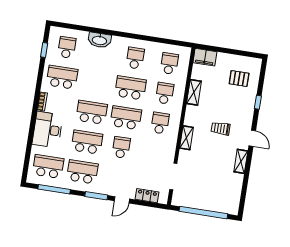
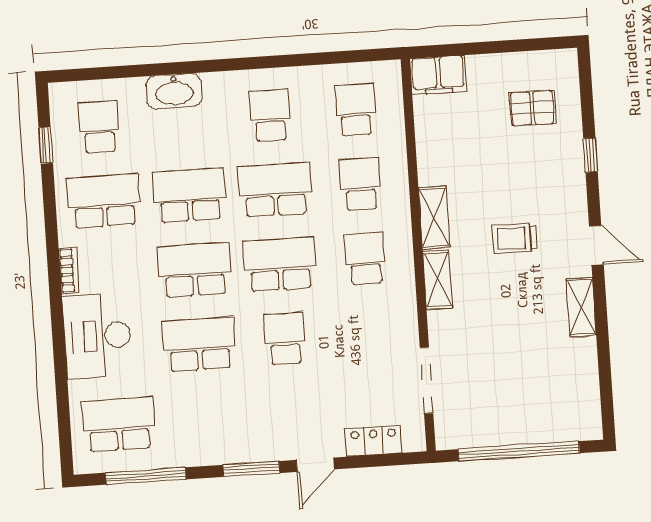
shelving: (194, 92) -> (434, 218), moved
school desk: (82, 172) -> (189, 195), moved

